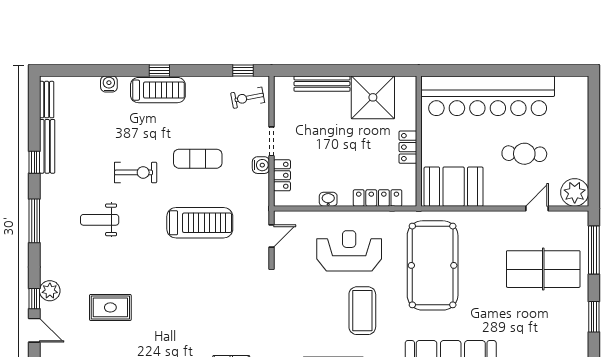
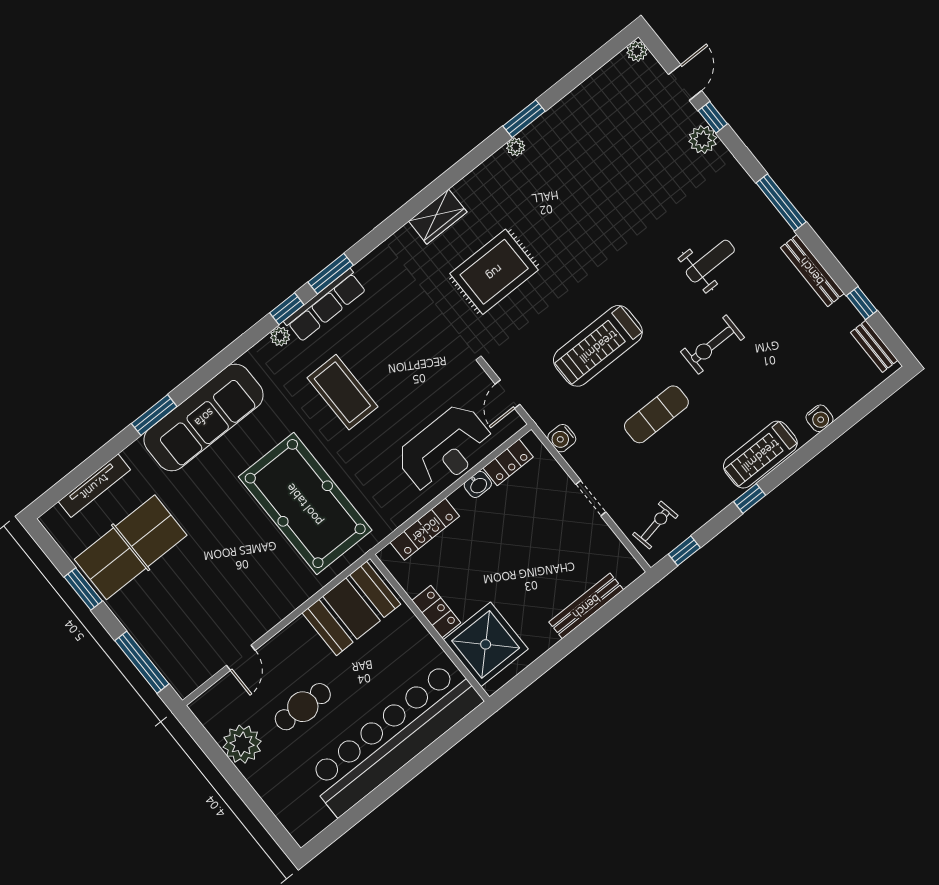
window: (159, 70) -> (750, 498), moved
shower: (373, 97) -> (486, 644), moved
bench: (47, 146) -> (812, 271), moved
window: (34, 162) -> (862, 303), moved
water cooler: (261, 165) -> (562, 438), moved
locker: (282, 175) -> (508, 462), moved, turned -90
plant: (575, 192) -> (242, 744), moved
reception desk: (349, 251) -> (445, 449), moved
table tennis table: (543, 269) -> (131, 547), moved
rug: (110, 307) -> (494, 272), moved, width x1.36, depth x1.43
door: (34, 330) -> (685, 83), swing flipped

